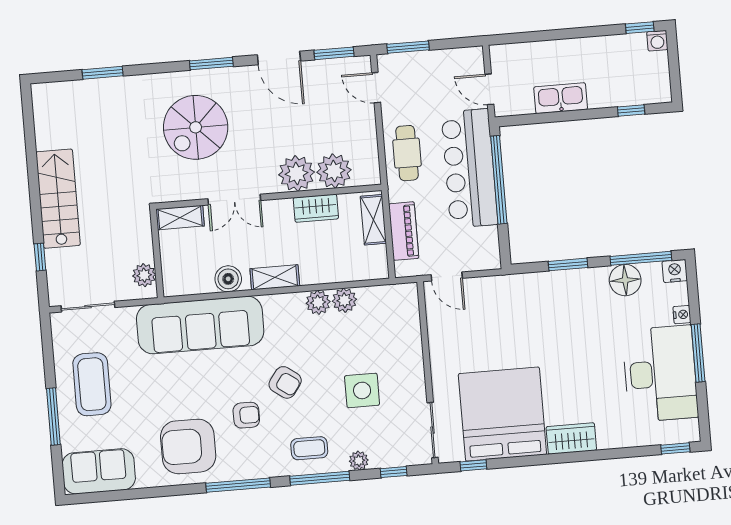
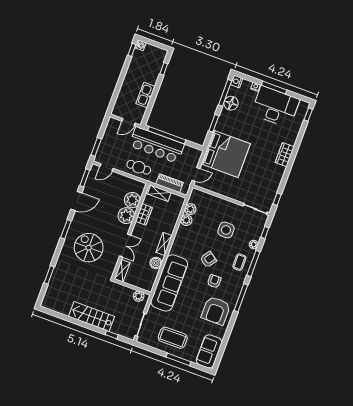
spiral stairs: (196, 127) -> (89, 248), turned 180
plant: (318, 302) -> (190, 209), moved
bed: (502, 414) -> (226, 154), moved, turned 180

